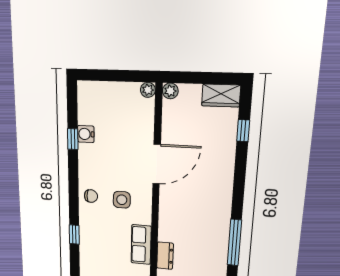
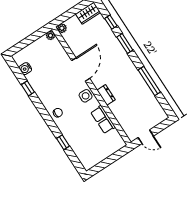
water cooler: (86, 134) -> (25, 69), moved
window: (240, 173) -> (125, 44), added
side table: (122, 200) -> (86, 96), moved
dresser: (165, 256) -> (106, 95), moved

